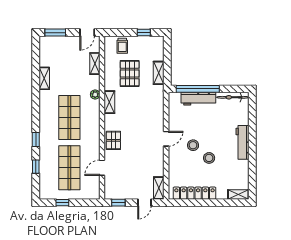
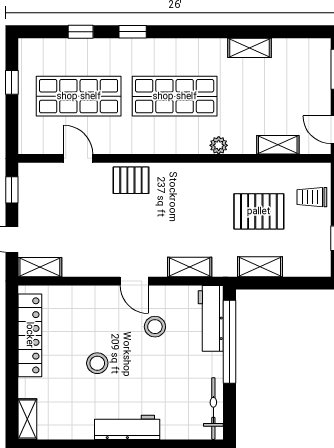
workbench: (198, 99) -> (211, 318), moved
shelving: (109, 102) -> (190, 267), moved
stool: (193, 145) -> (155, 327), moved

